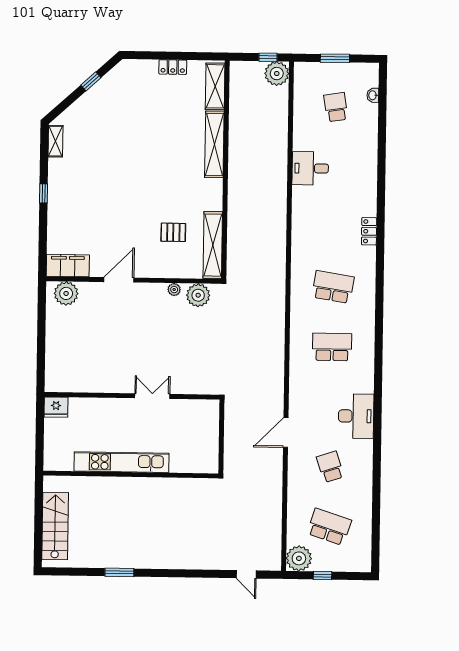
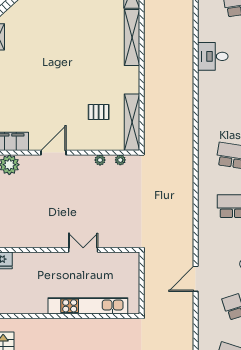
plant: (198, 295) -> (120, 160), width x0.53, depth x0.53
kitchen unit: (122, 462) -> (88, 306), moved

